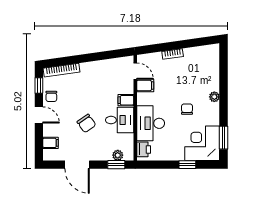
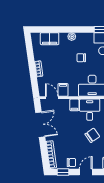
double door: (100, 56) -> (40, 125), added
filing cabinet: (212, 68) -> (50, 39), added
door: (135, 71) -> (52, 98), hinge flipped

